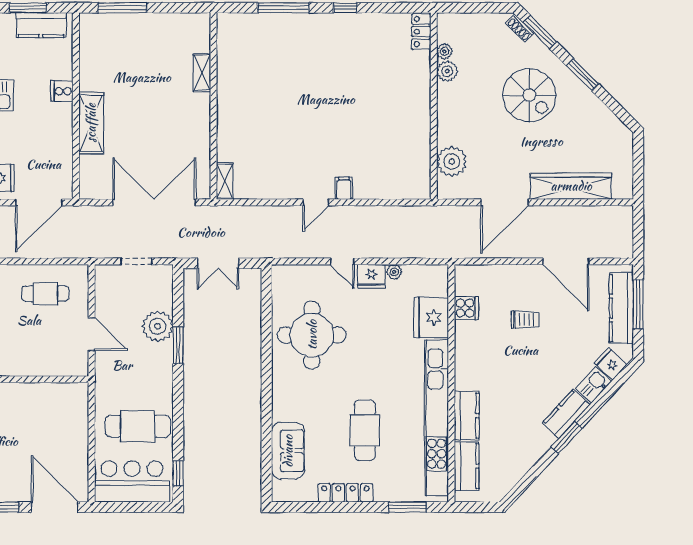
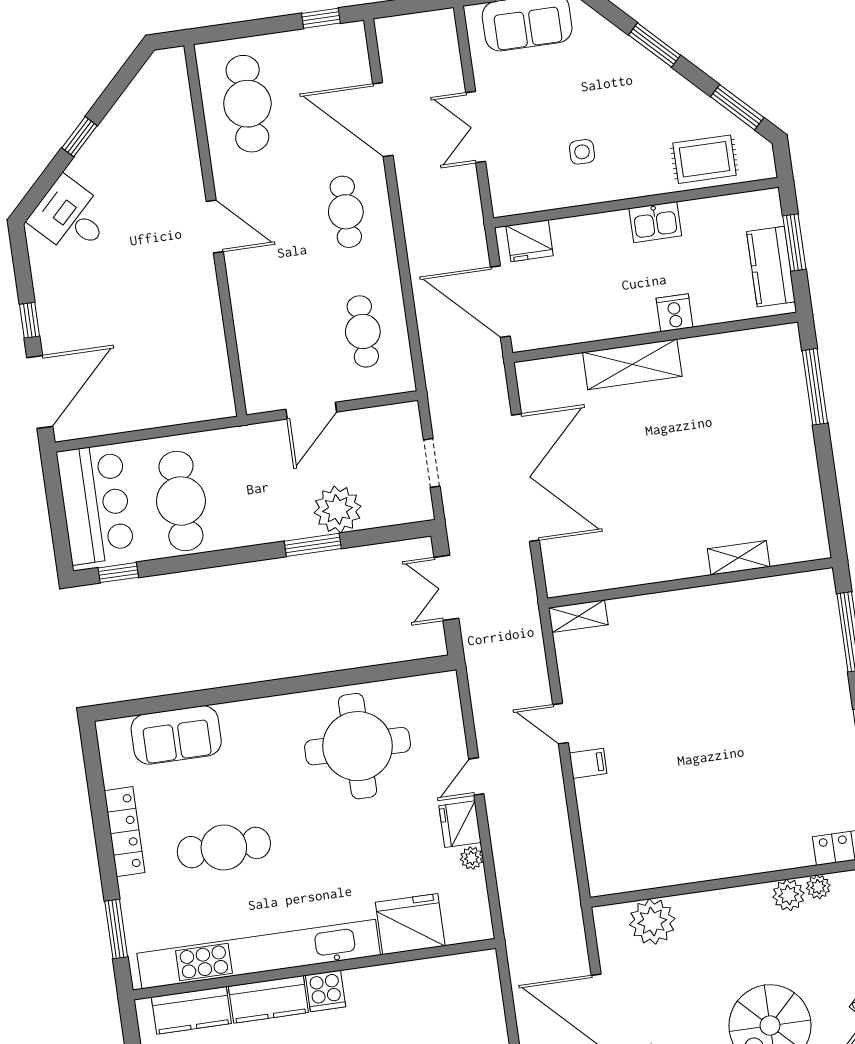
shelving: (202, 73) -> (739, 558), moved
wall: (214, 106) -> (690, 583), moved
shelving: (225, 181) -> (578, 616), moved
cooker: (466, 308) -> (326, 991), moved

